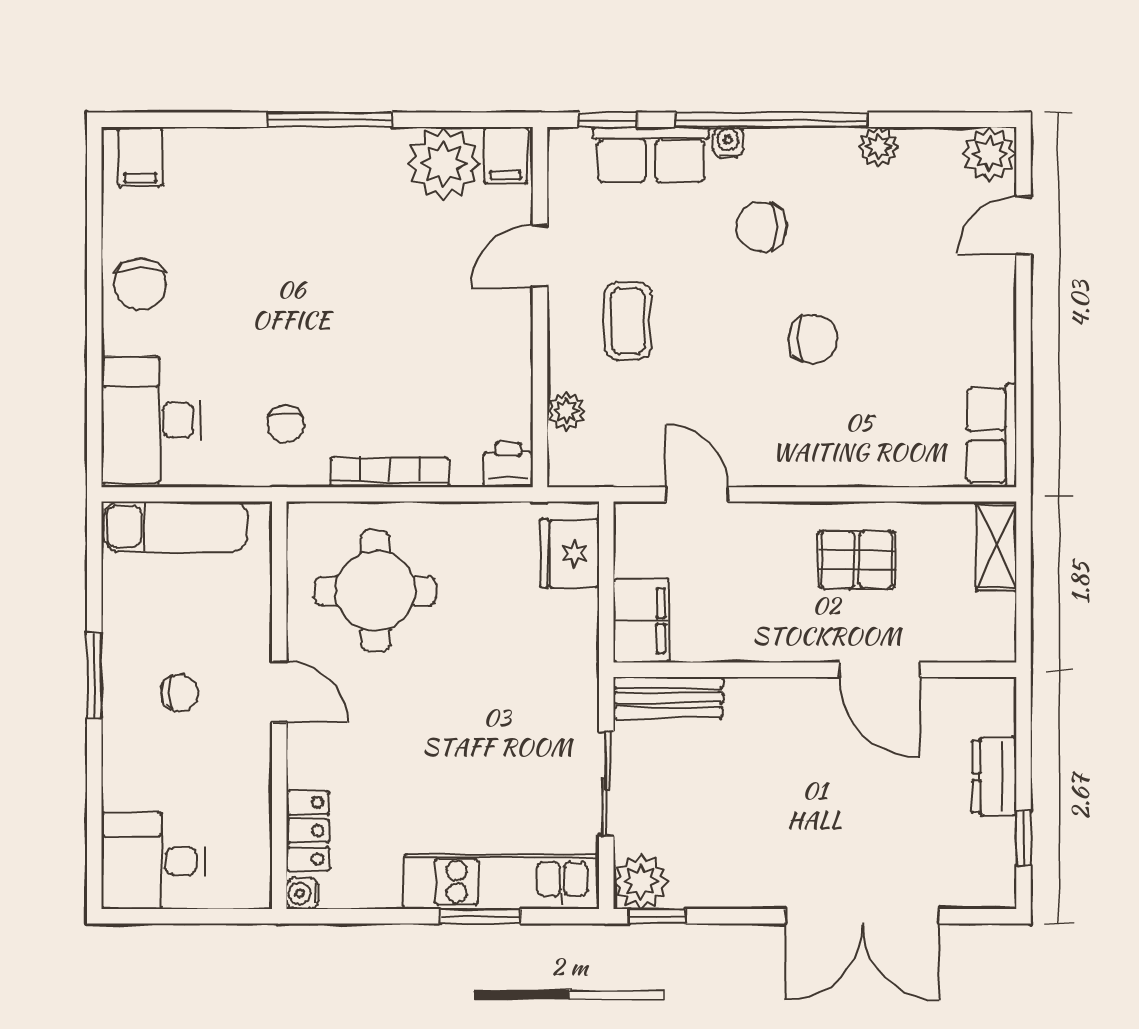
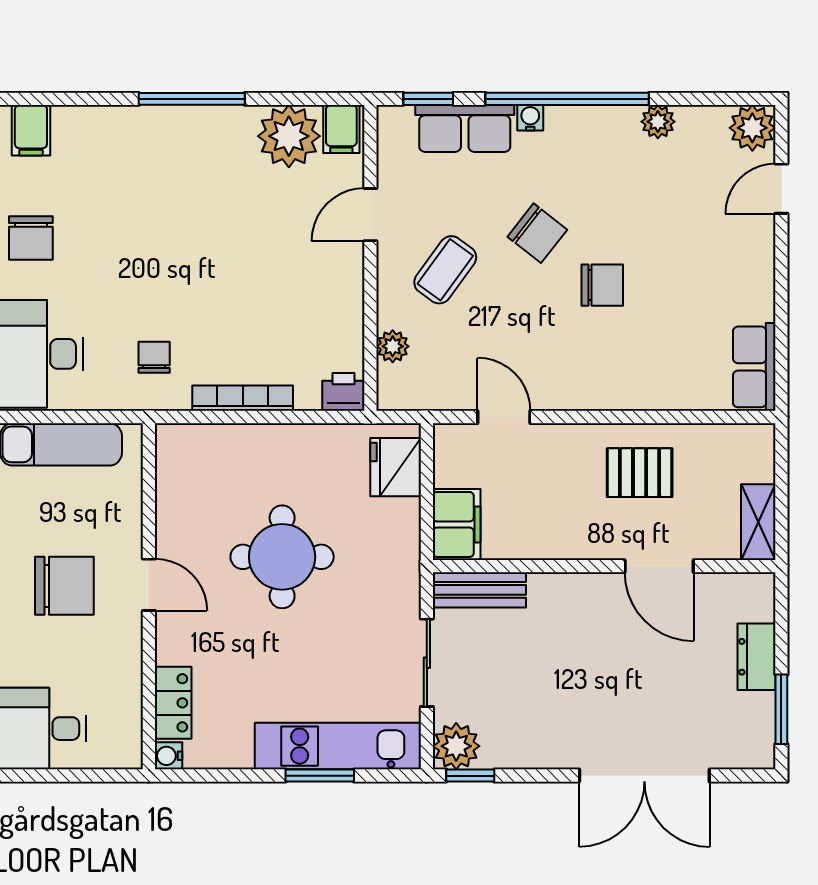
chair: (761, 227) -> (537, 233), moved, turned -142
coffee table: (628, 321) -> (445, 270), turned 36
chair: (285, 424) -> (154, 357), turned 180
shelving: (996, 546) -> (758, 522), moved
round table: (375, 591) -> (282, 557), moved
chair: (180, 693) -> (64, 586), width x1.87, depth x1.87
window: (1024, 838) -> (781, 709), width x1.50

